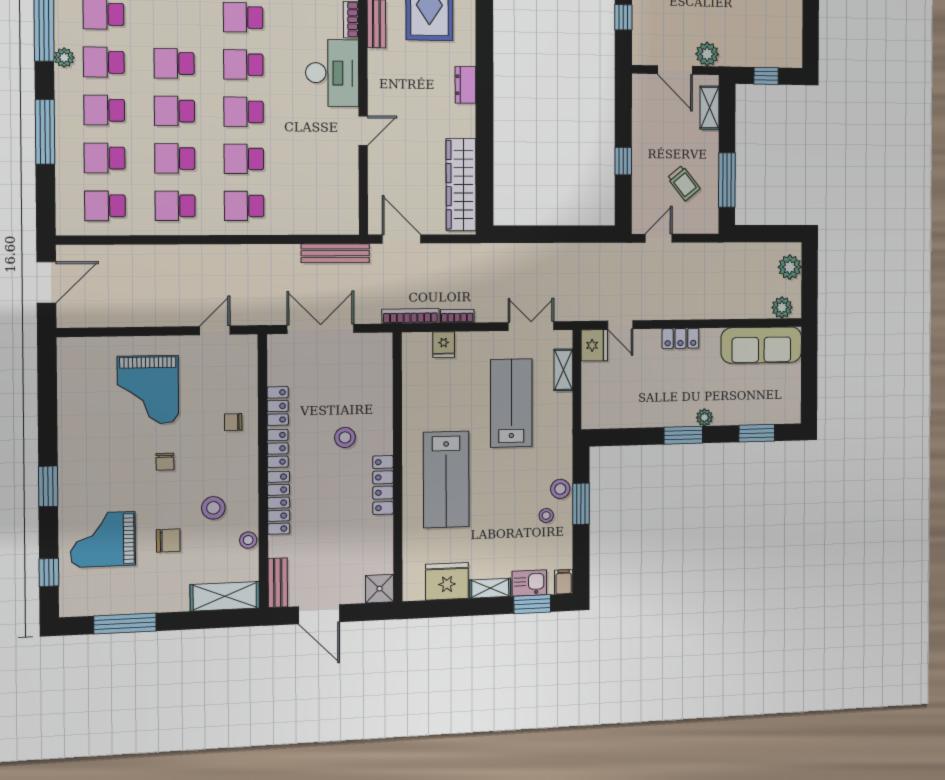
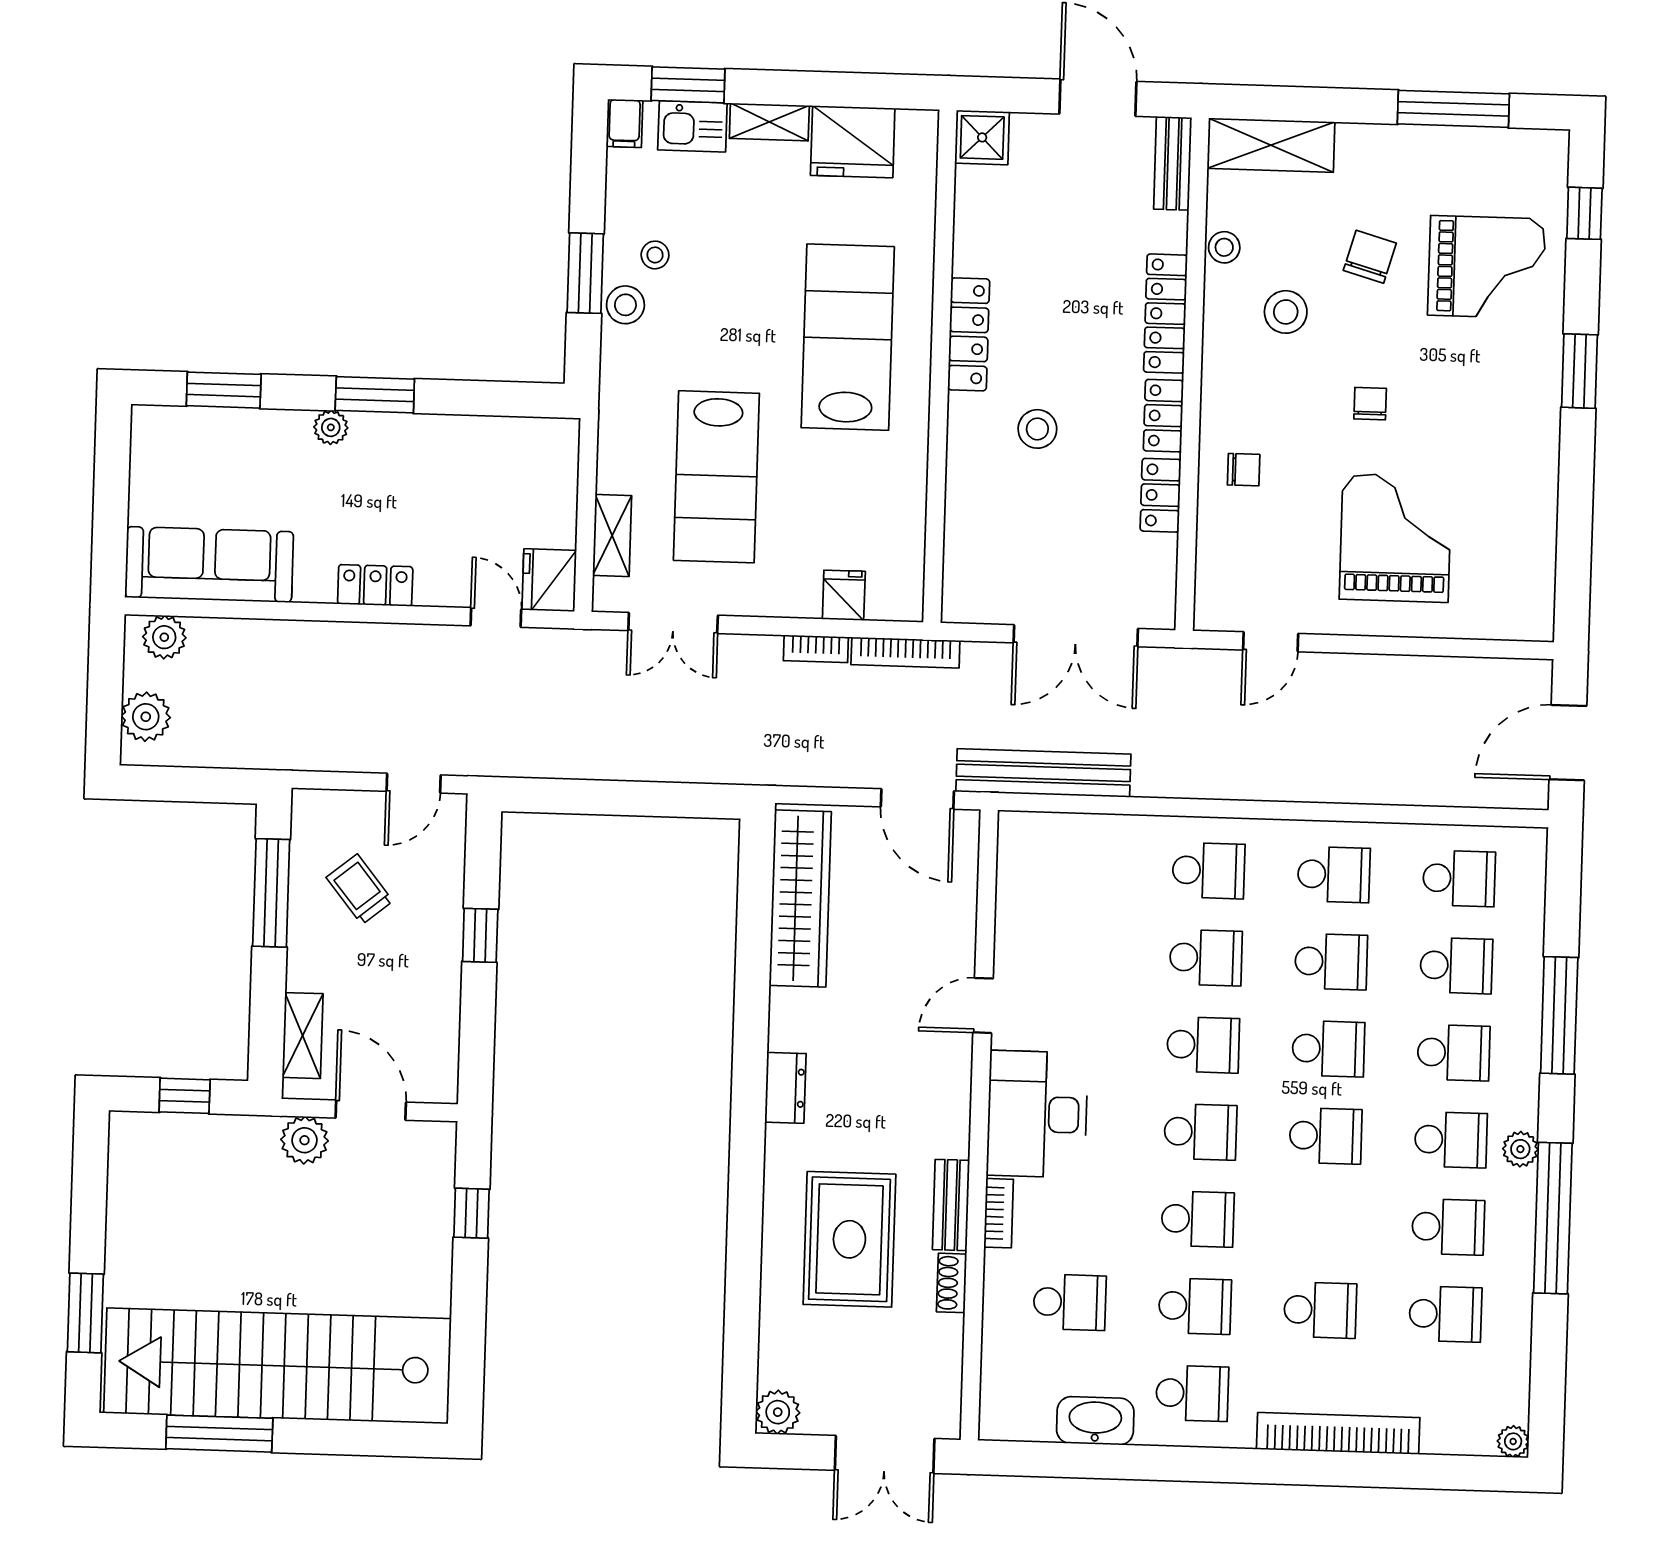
bench: (335, 253) -> (1043, 773), width x1.37, depth x1.21
chair: (168, 541) -> (1370, 257), turned 106

